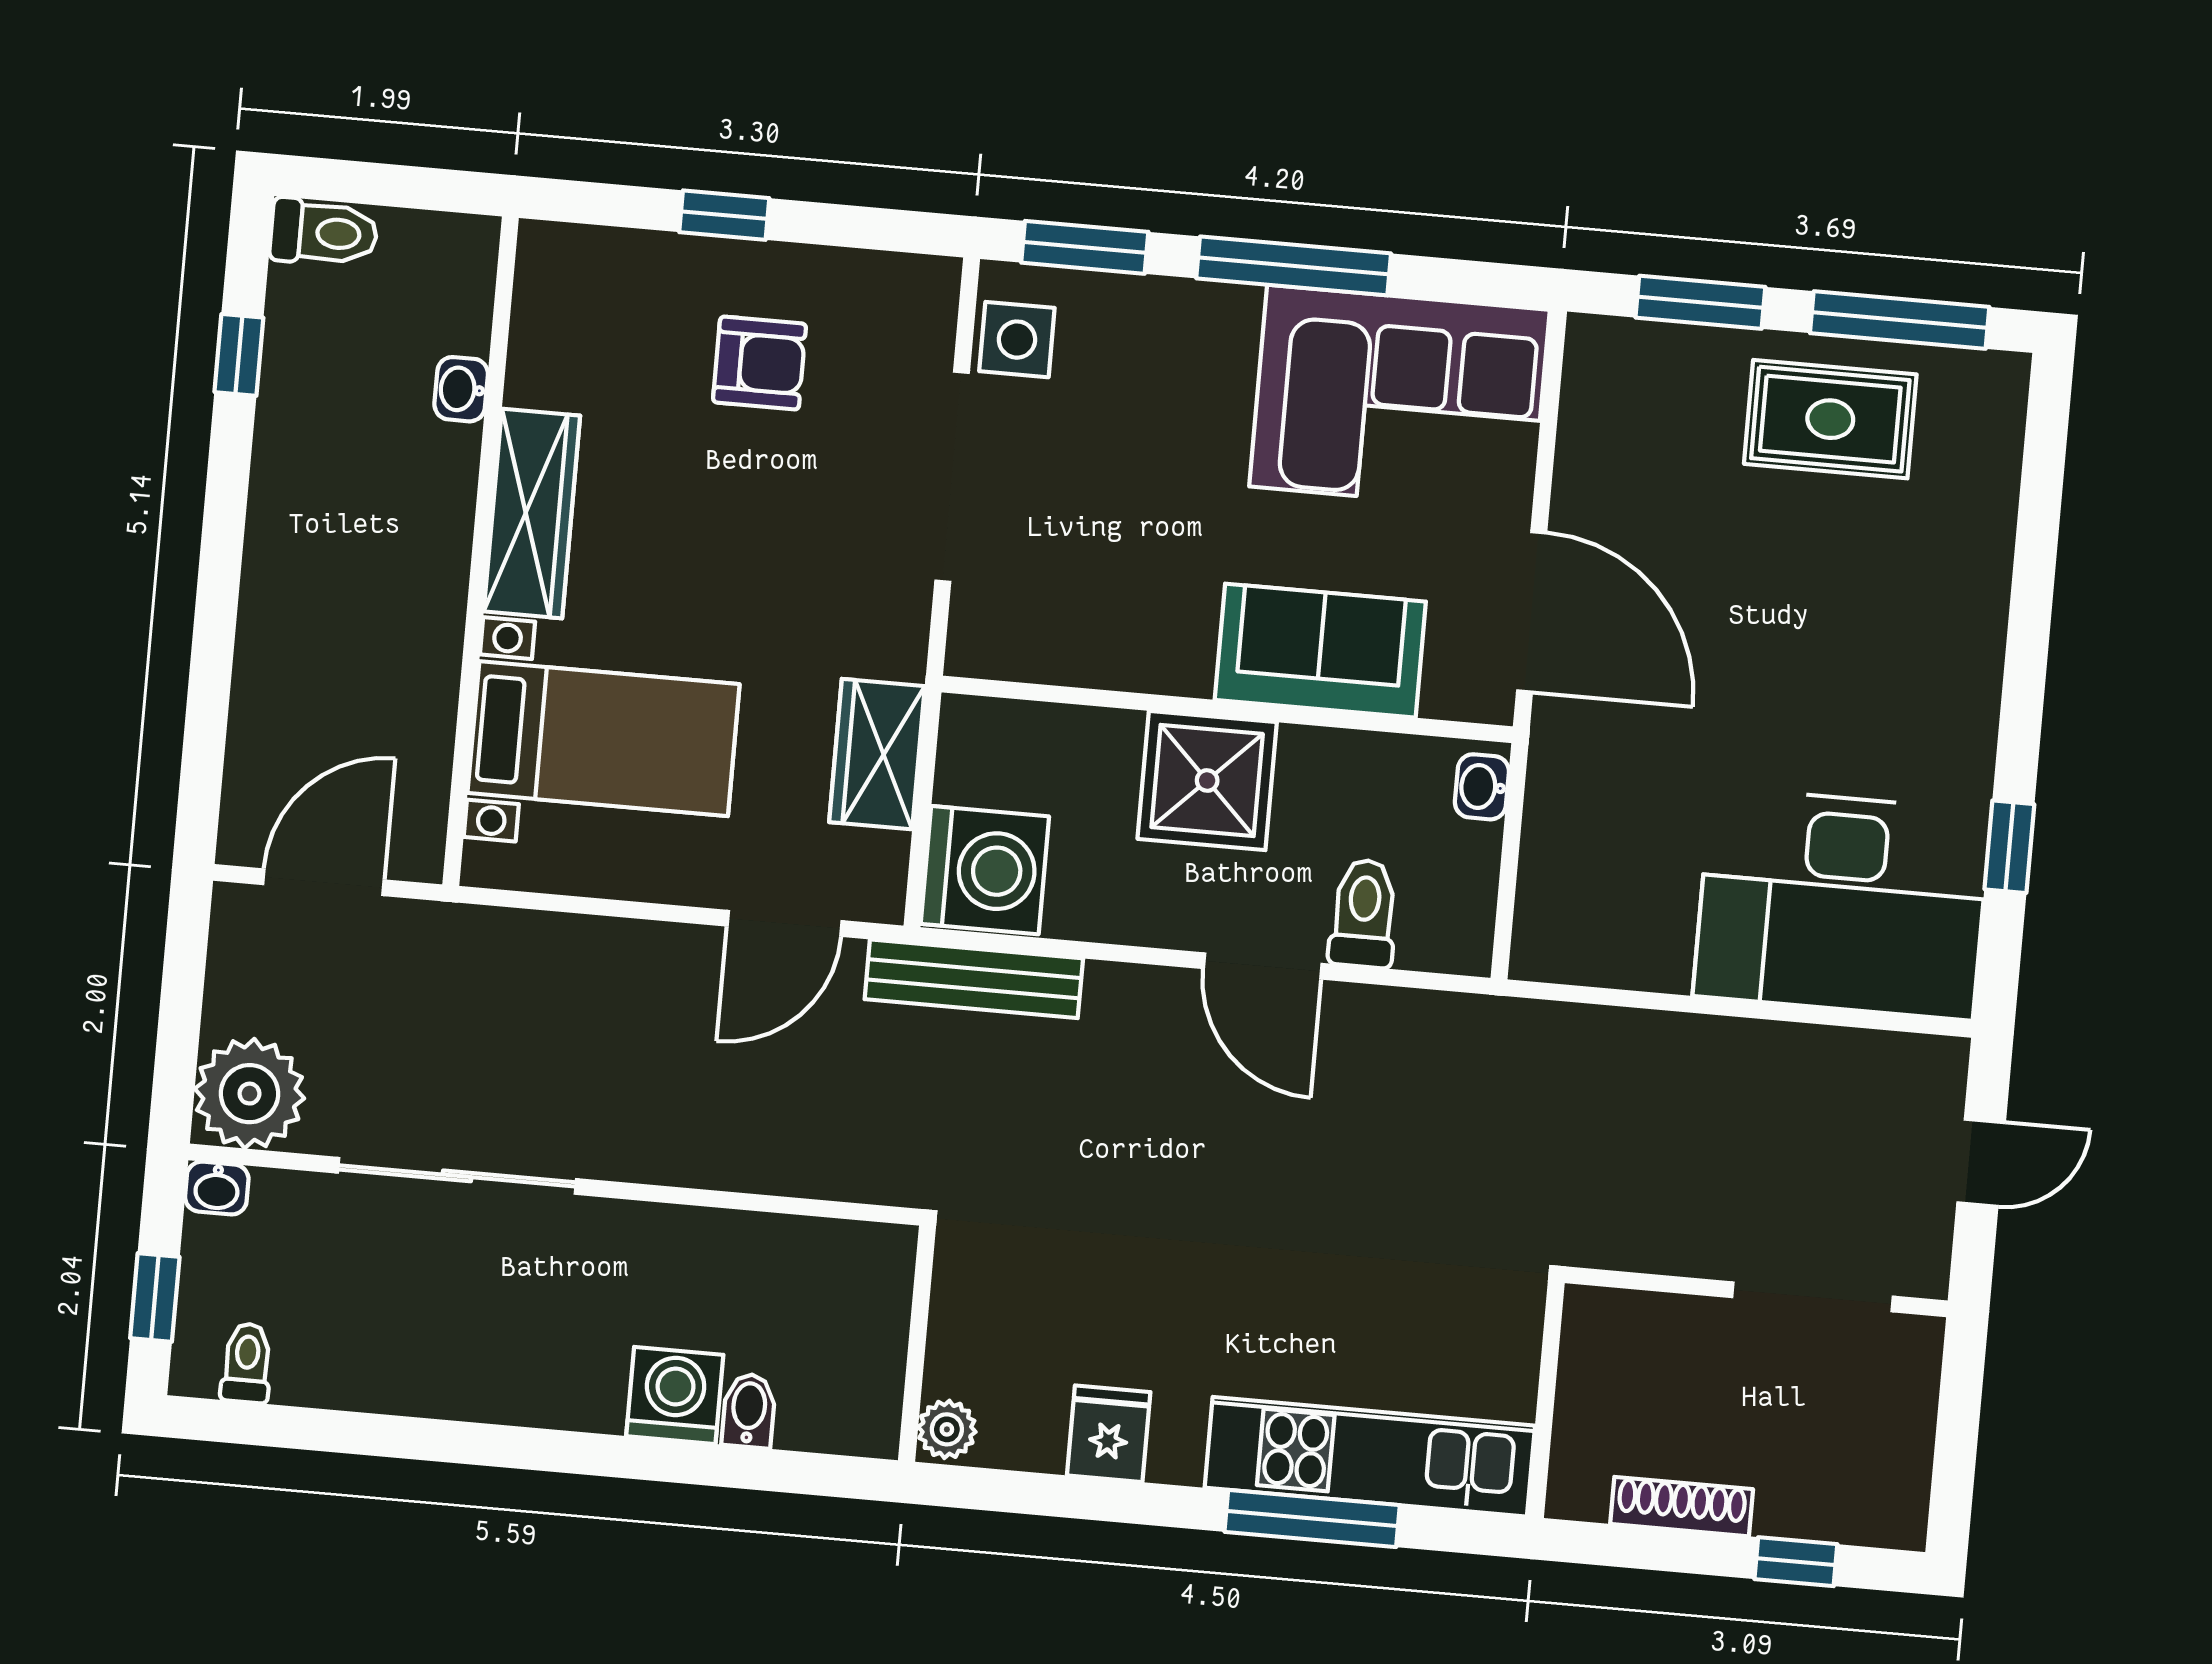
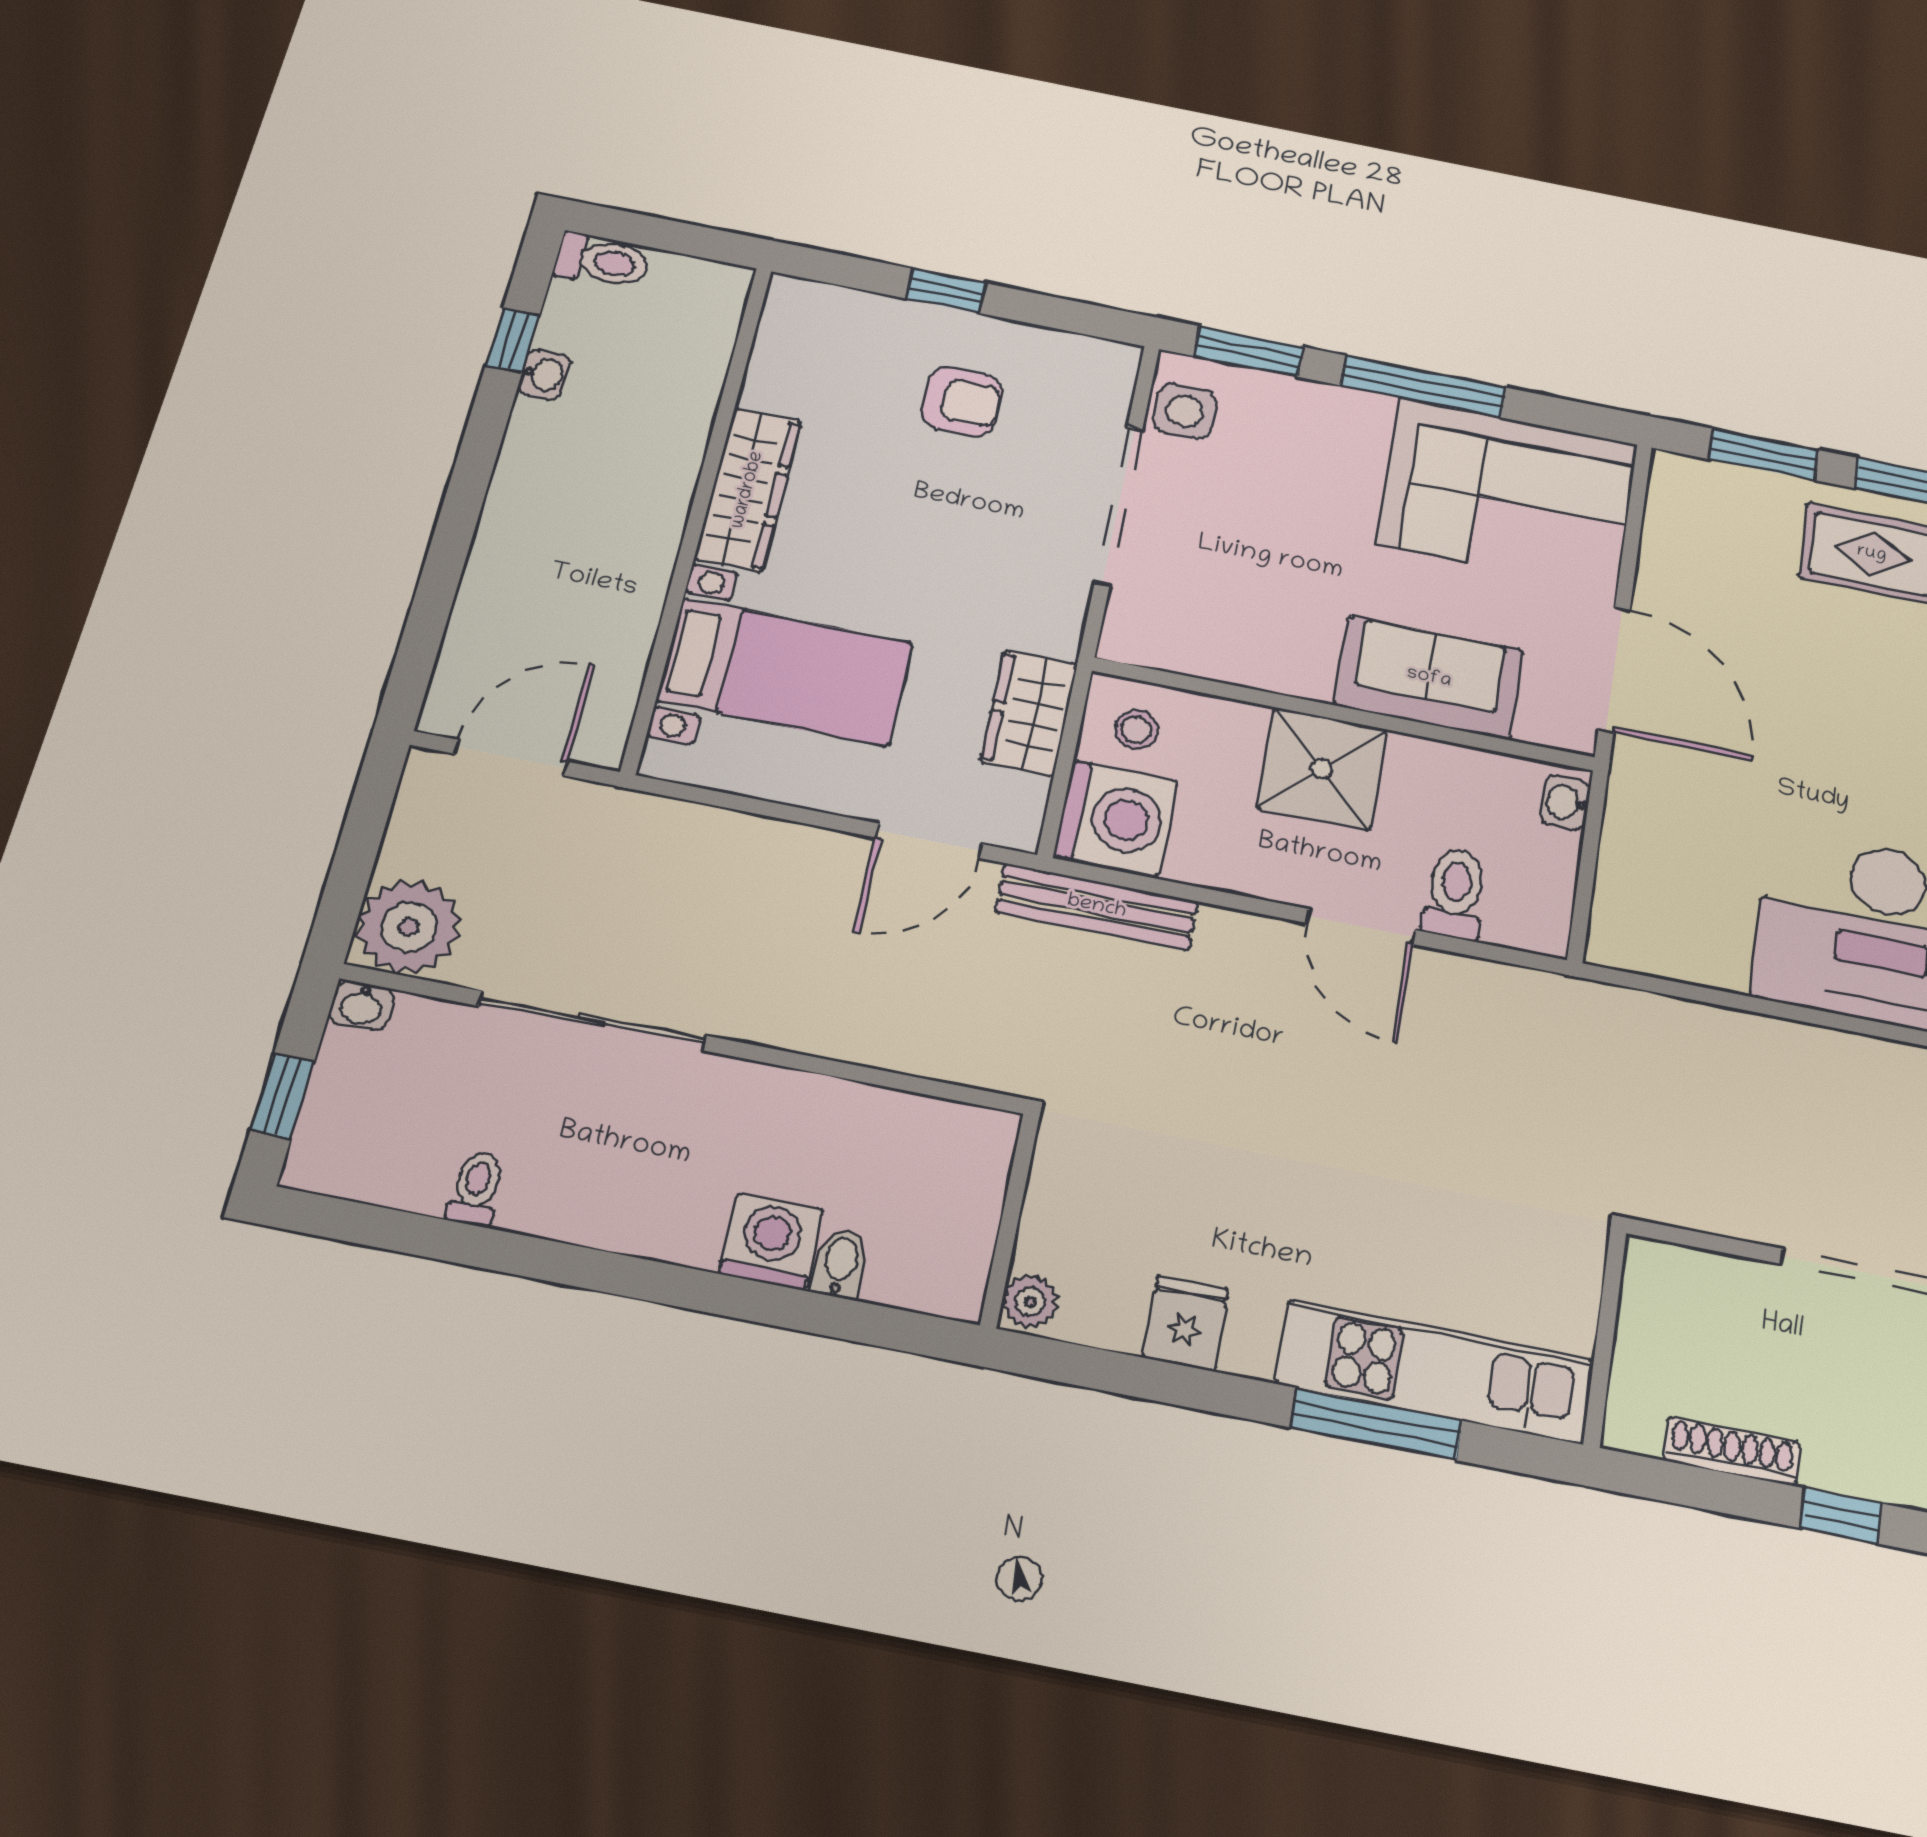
washbasin: (461, 389) -> (544, 374), moved, turned 180
stool: (998, 759) -> (1136, 730), added
toilet: (247, 1363) -> (476, 1189), moved

